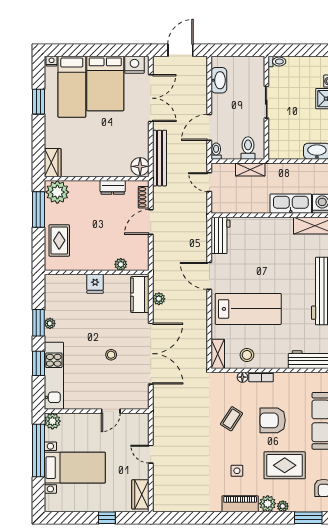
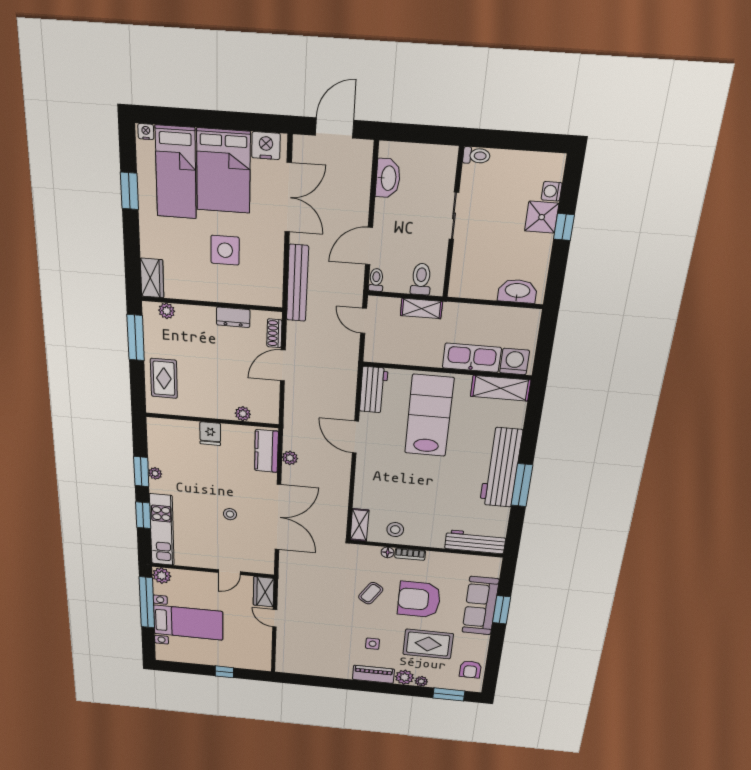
side table: (106, 138) -> (225, 250), added
floor lamp: (140, 166) -> (270, 293), removed
plant: (57, 192) -> (167, 311), width x0.53, depth x0.53
lab bench: (248, 309) -> (429, 416), moved, turned -90
armchair: (273, 420) -> (419, 599), width x1.36, depth x1.36
wardrobe: (140, 494) -> (264, 592), moved

